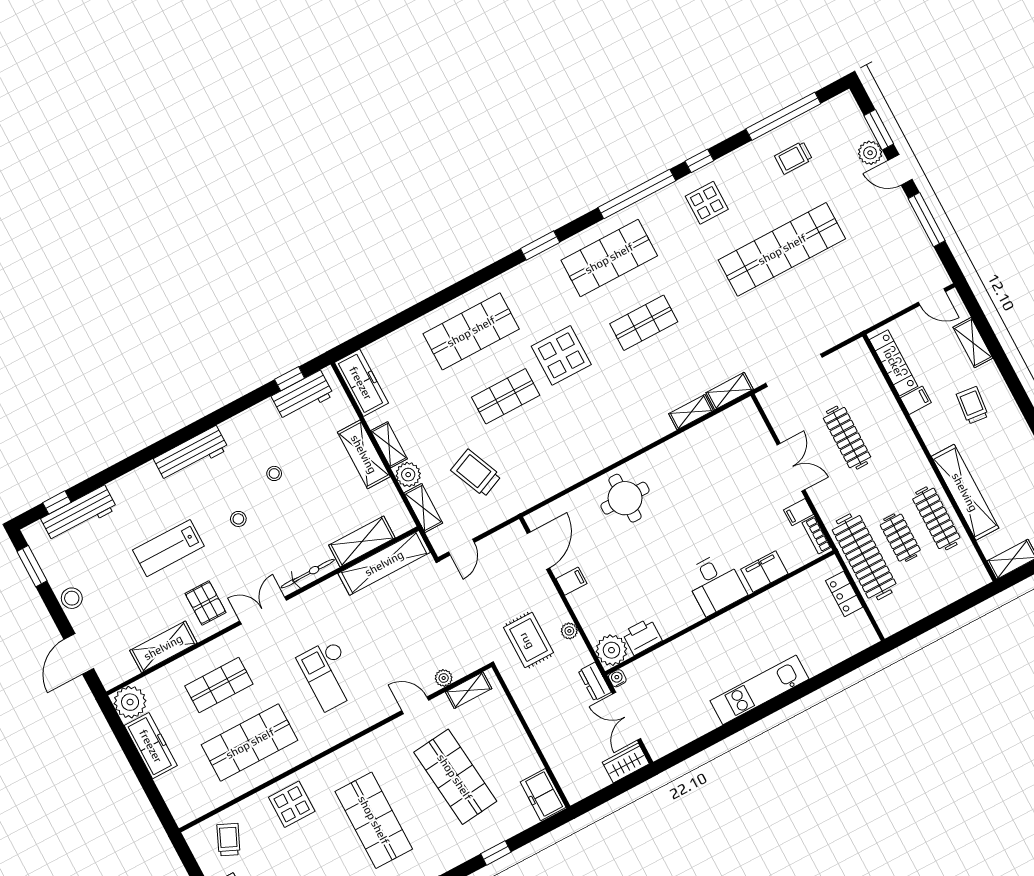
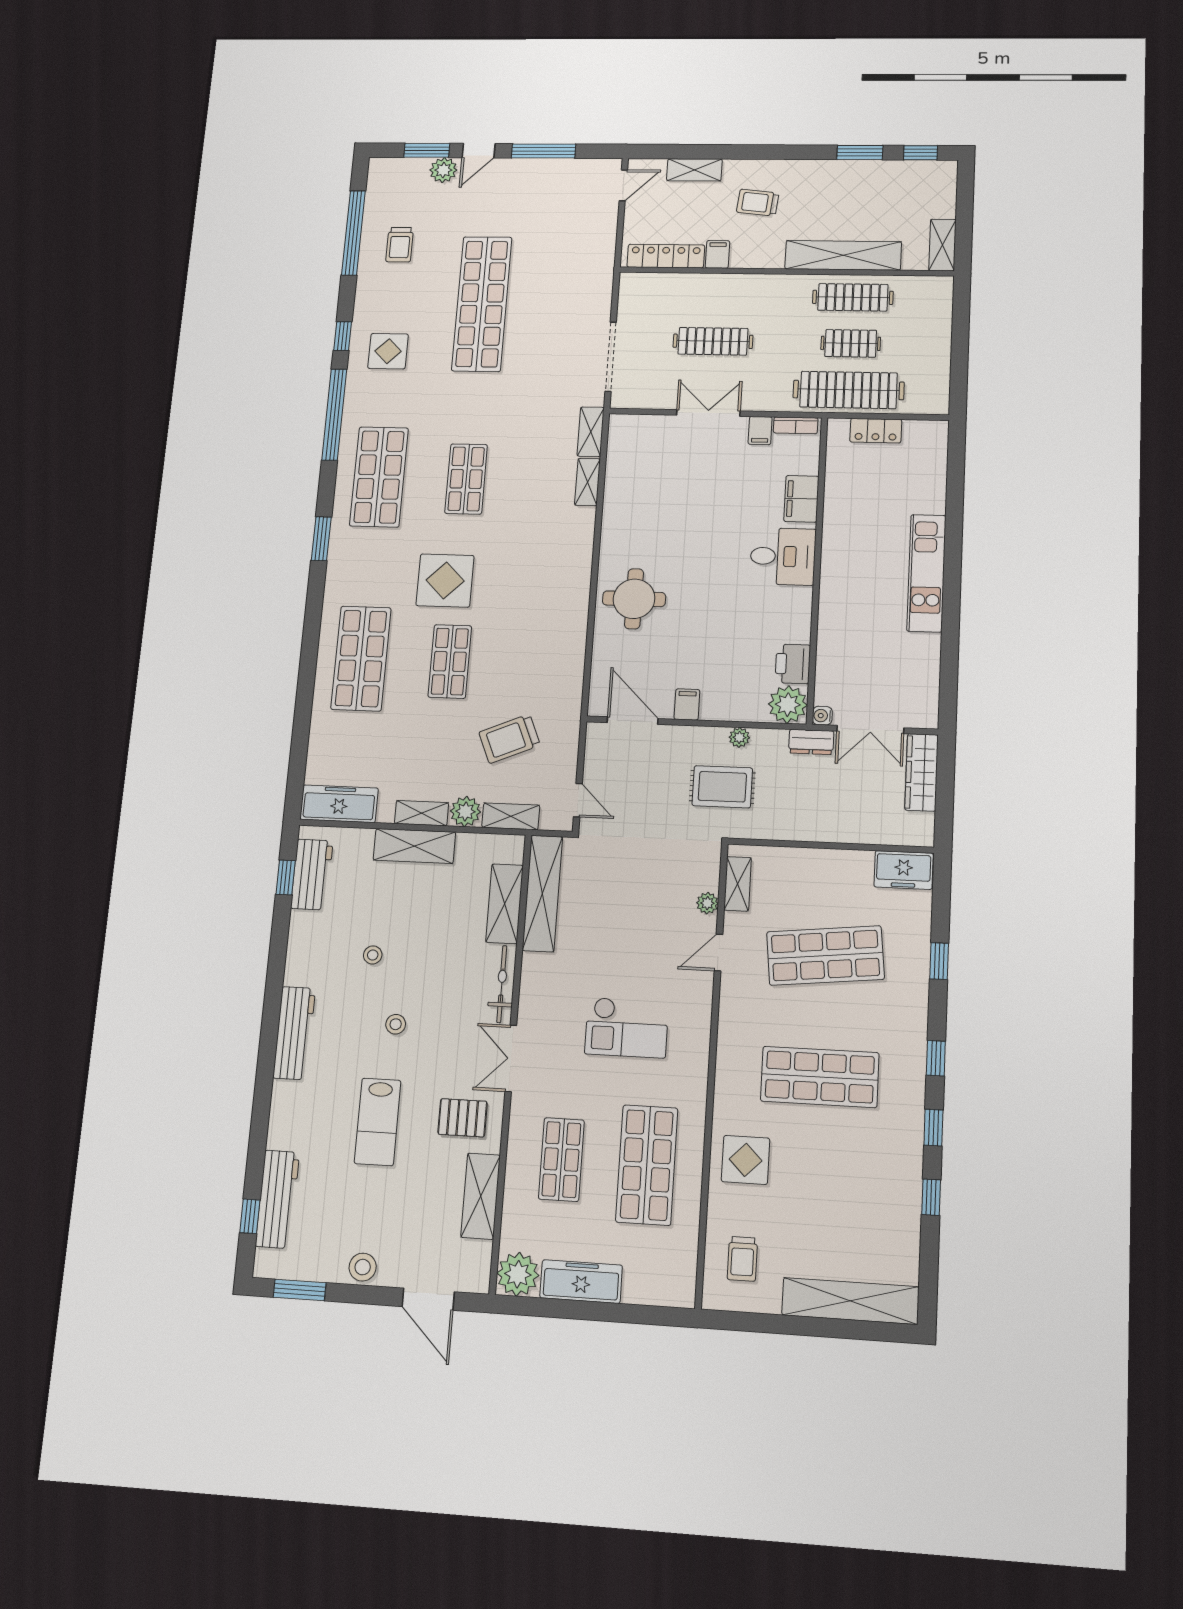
wardrobe: (626, 763) -> (922, 772), width x1.50
trolley: (228, 840) -> (742, 1259), turned -114

